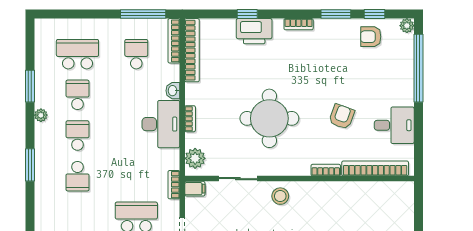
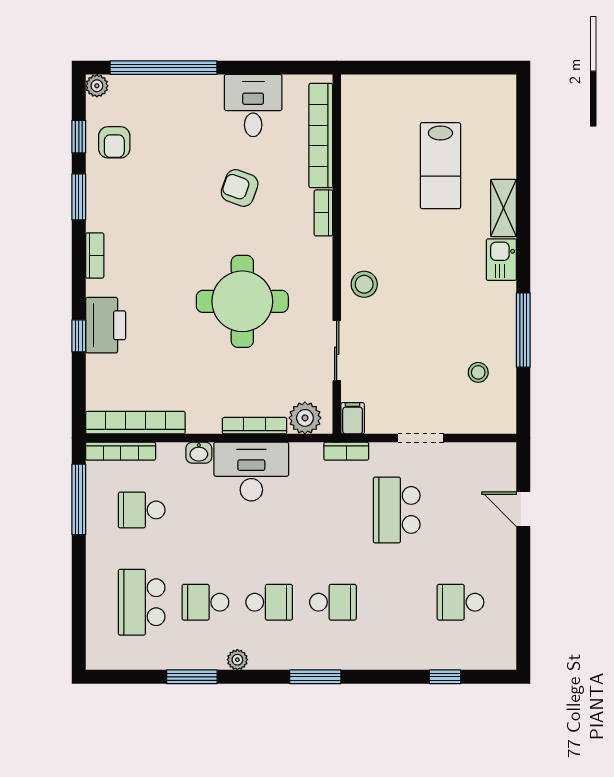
bookcase: (190, 119) -> (255, 426), width x1.56
school desk: (77, 135) -> (269, 602), turned 180

